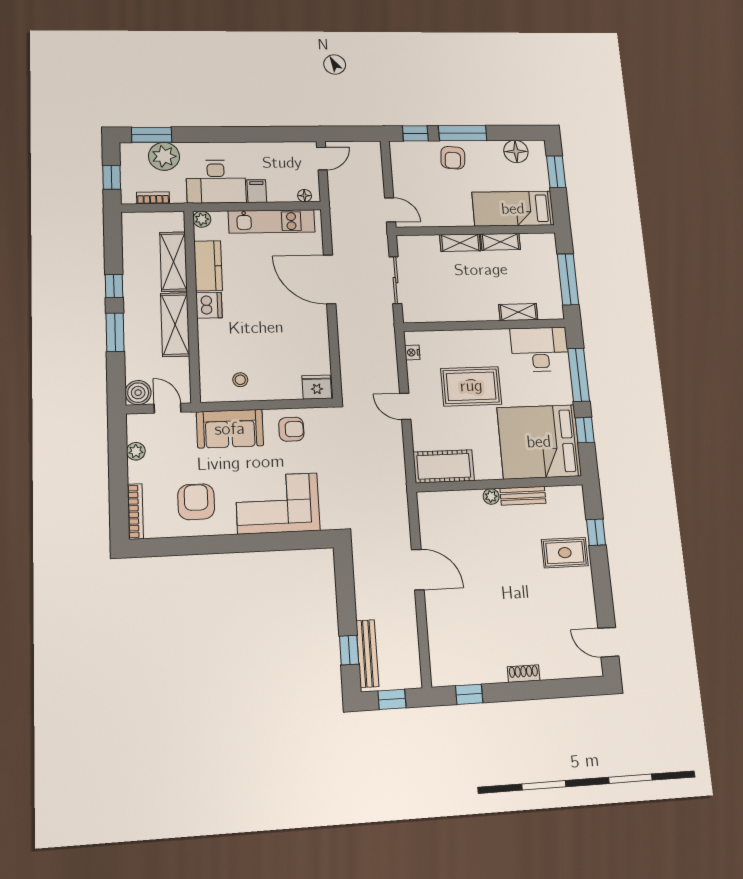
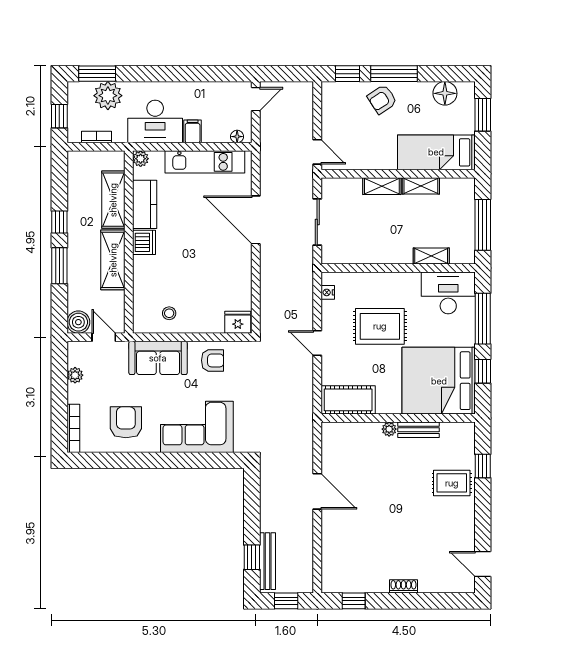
armchair: (453, 158) -> (382, 99), turned 52

